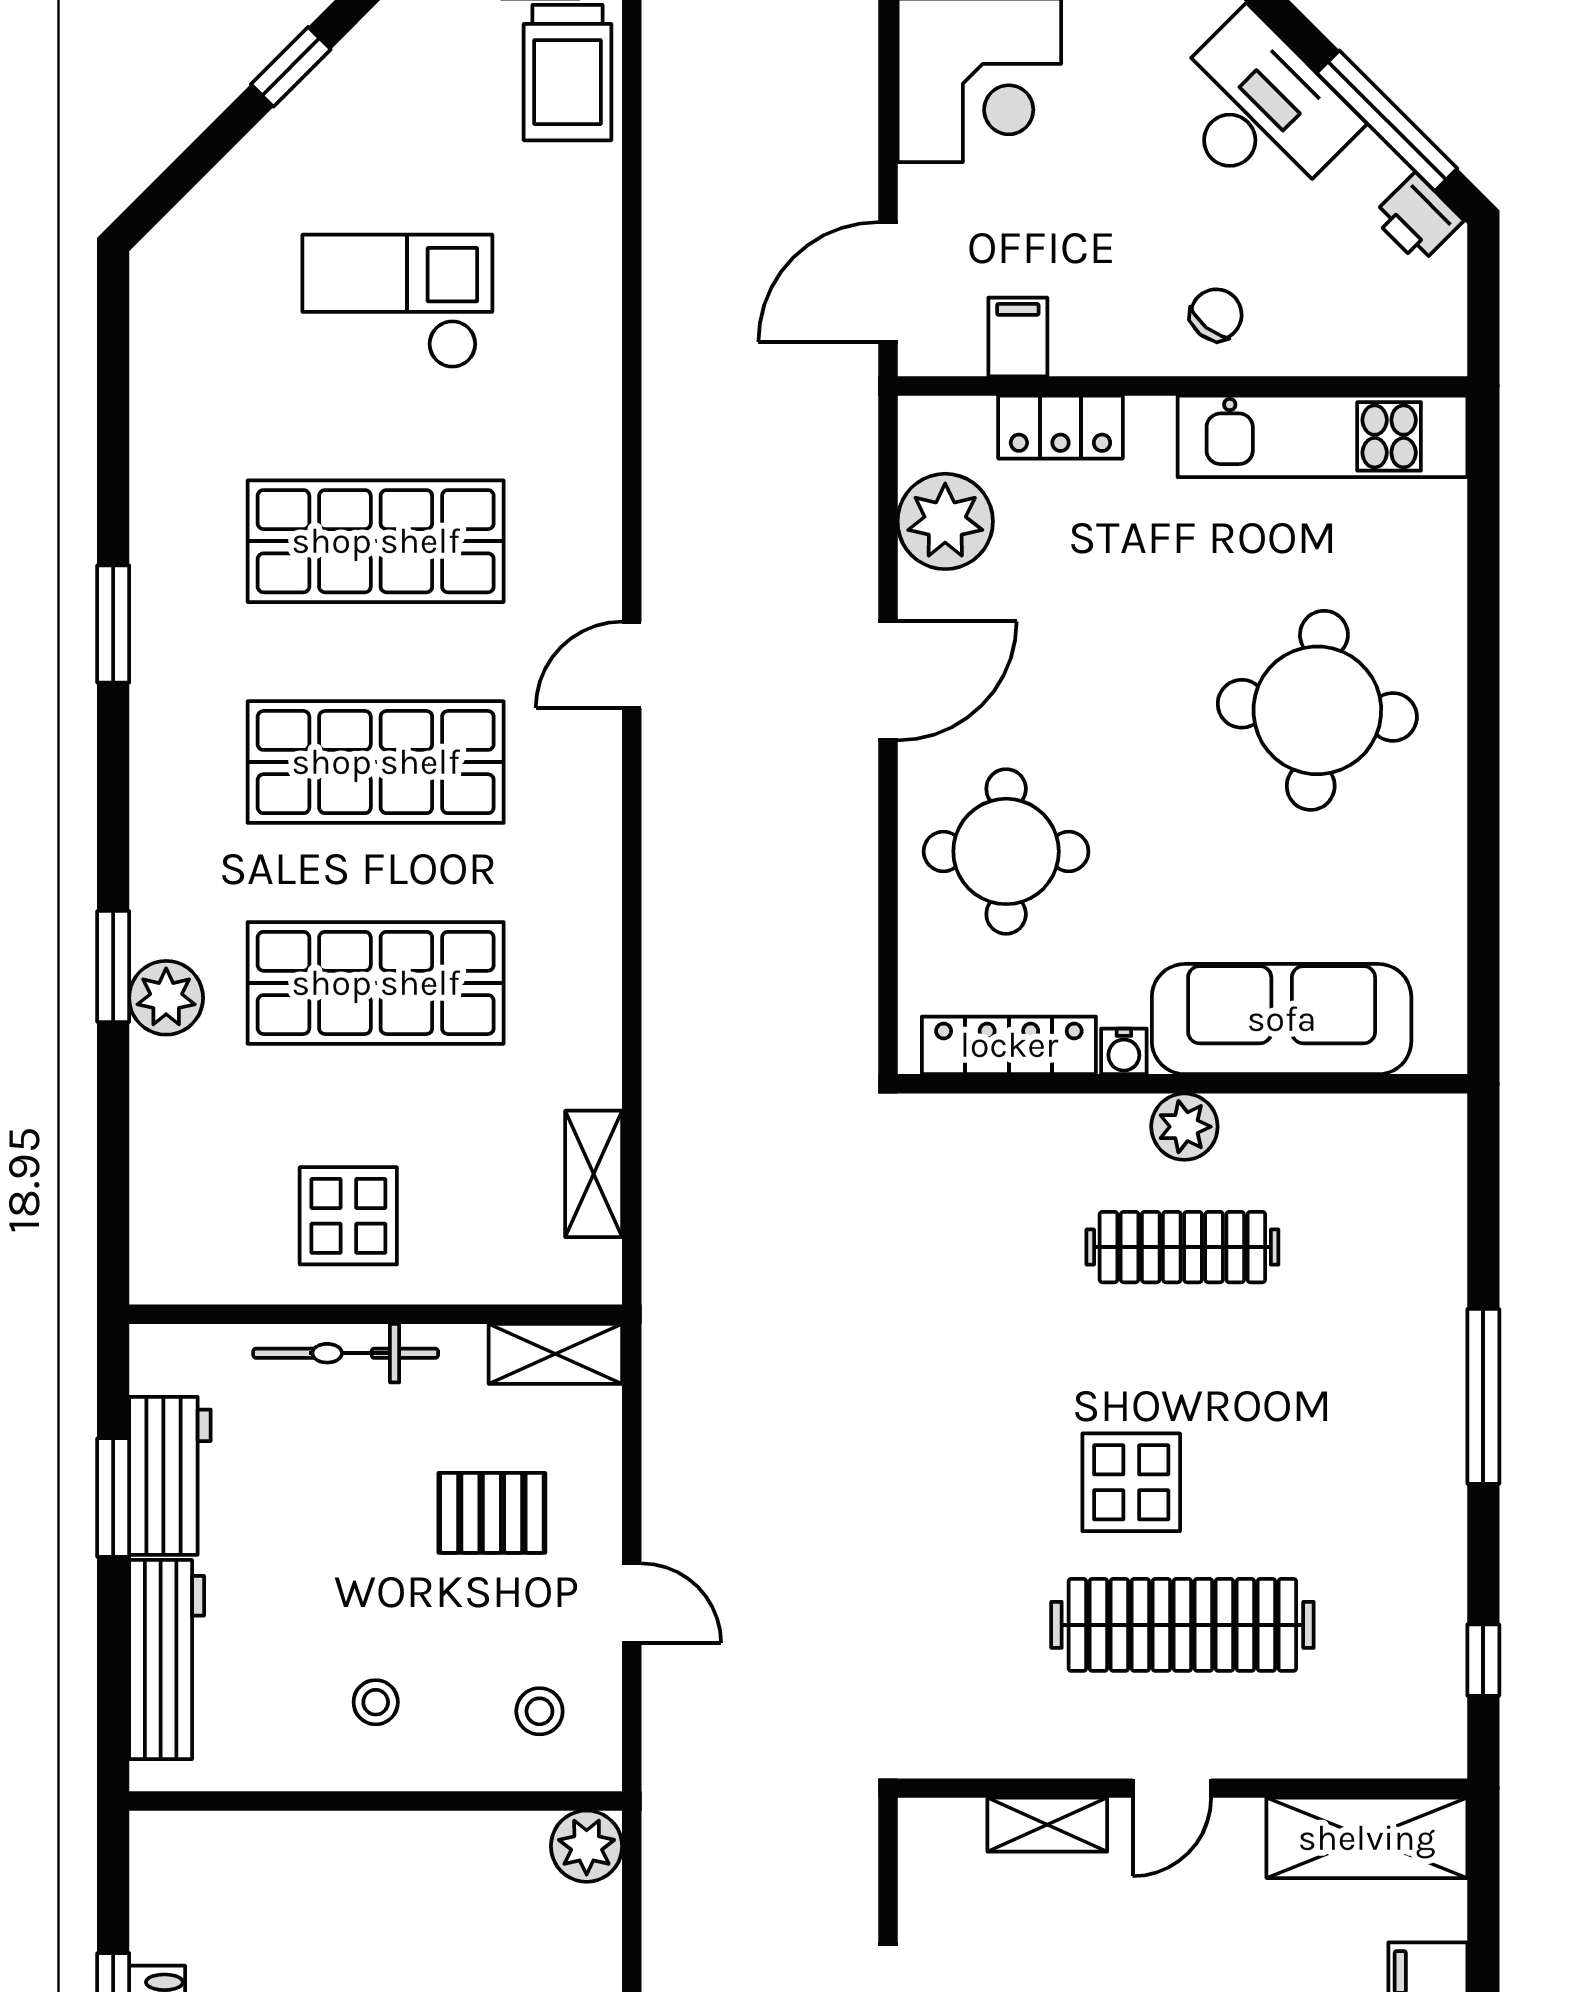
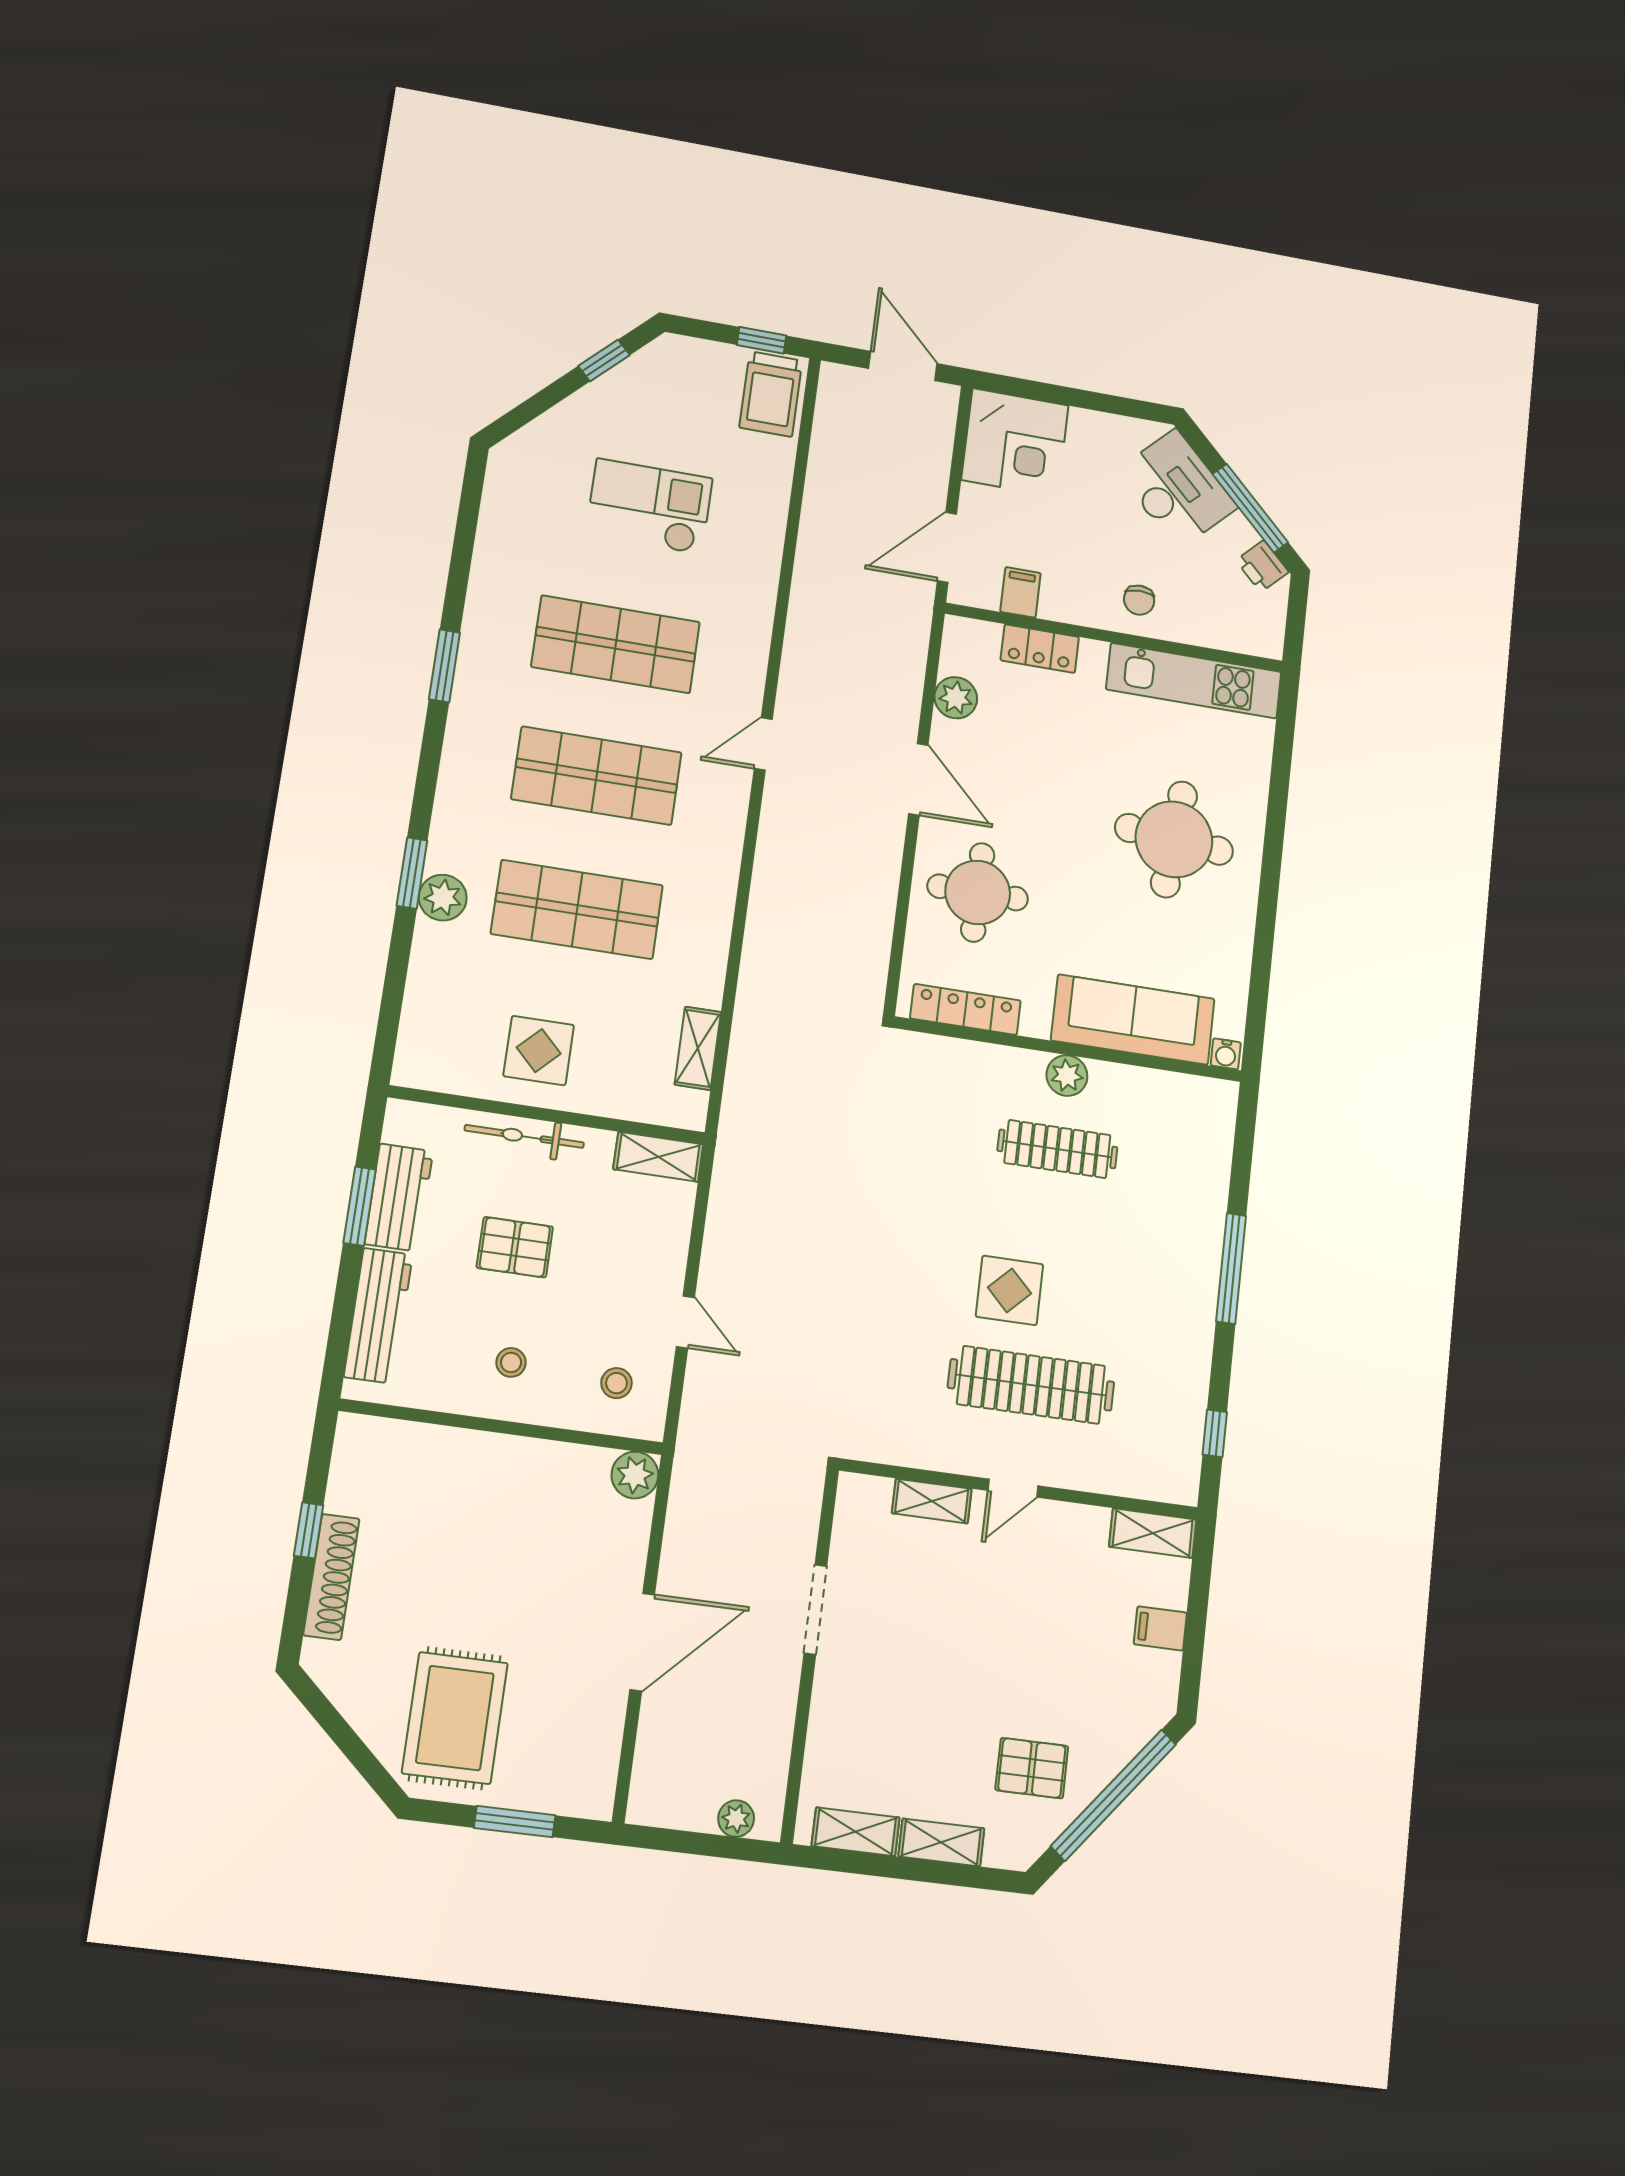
chair: (1216, 315) -> (1139, 600), turned 141
plant: (945, 521) -> (956, 698), width x0.73, depth x0.73
door: (888, 681) -> (918, 779), hinge flipped
water cooler: (1124, 1051) -> (1226, 1054), moved
pallet: (492, 1513) -> (515, 1247), moved
shelving: (1367, 1838) -> (1153, 1533), width x0.67, depth x0.75

